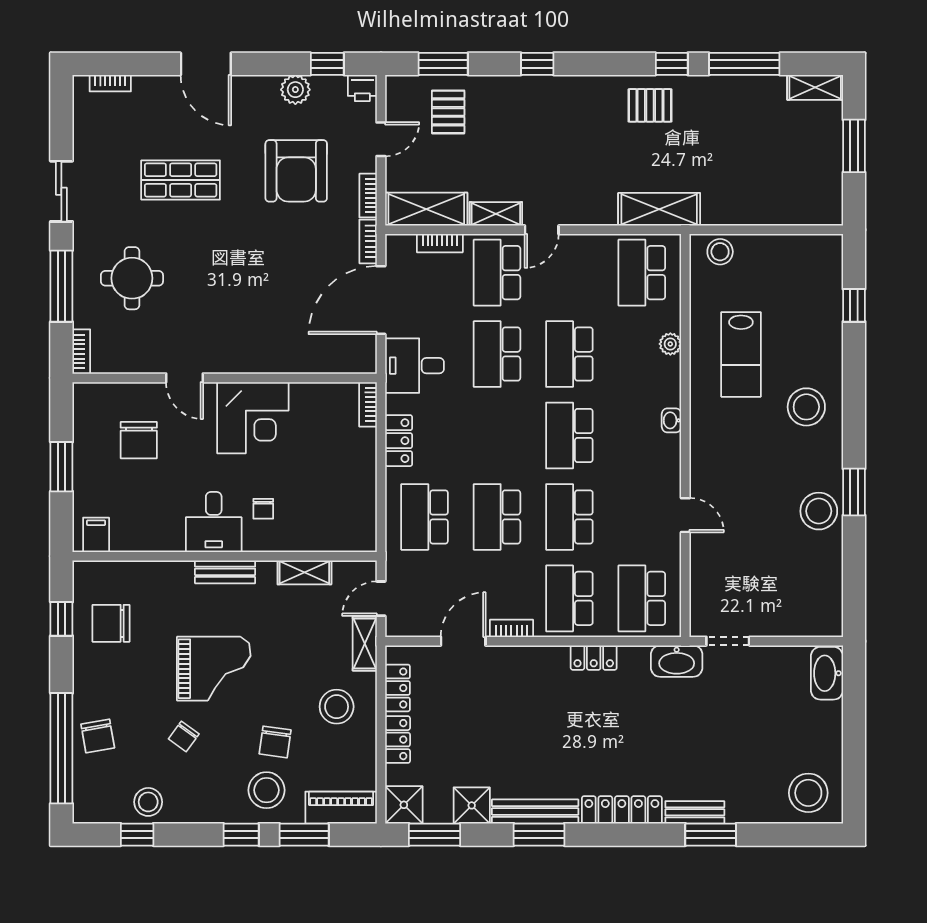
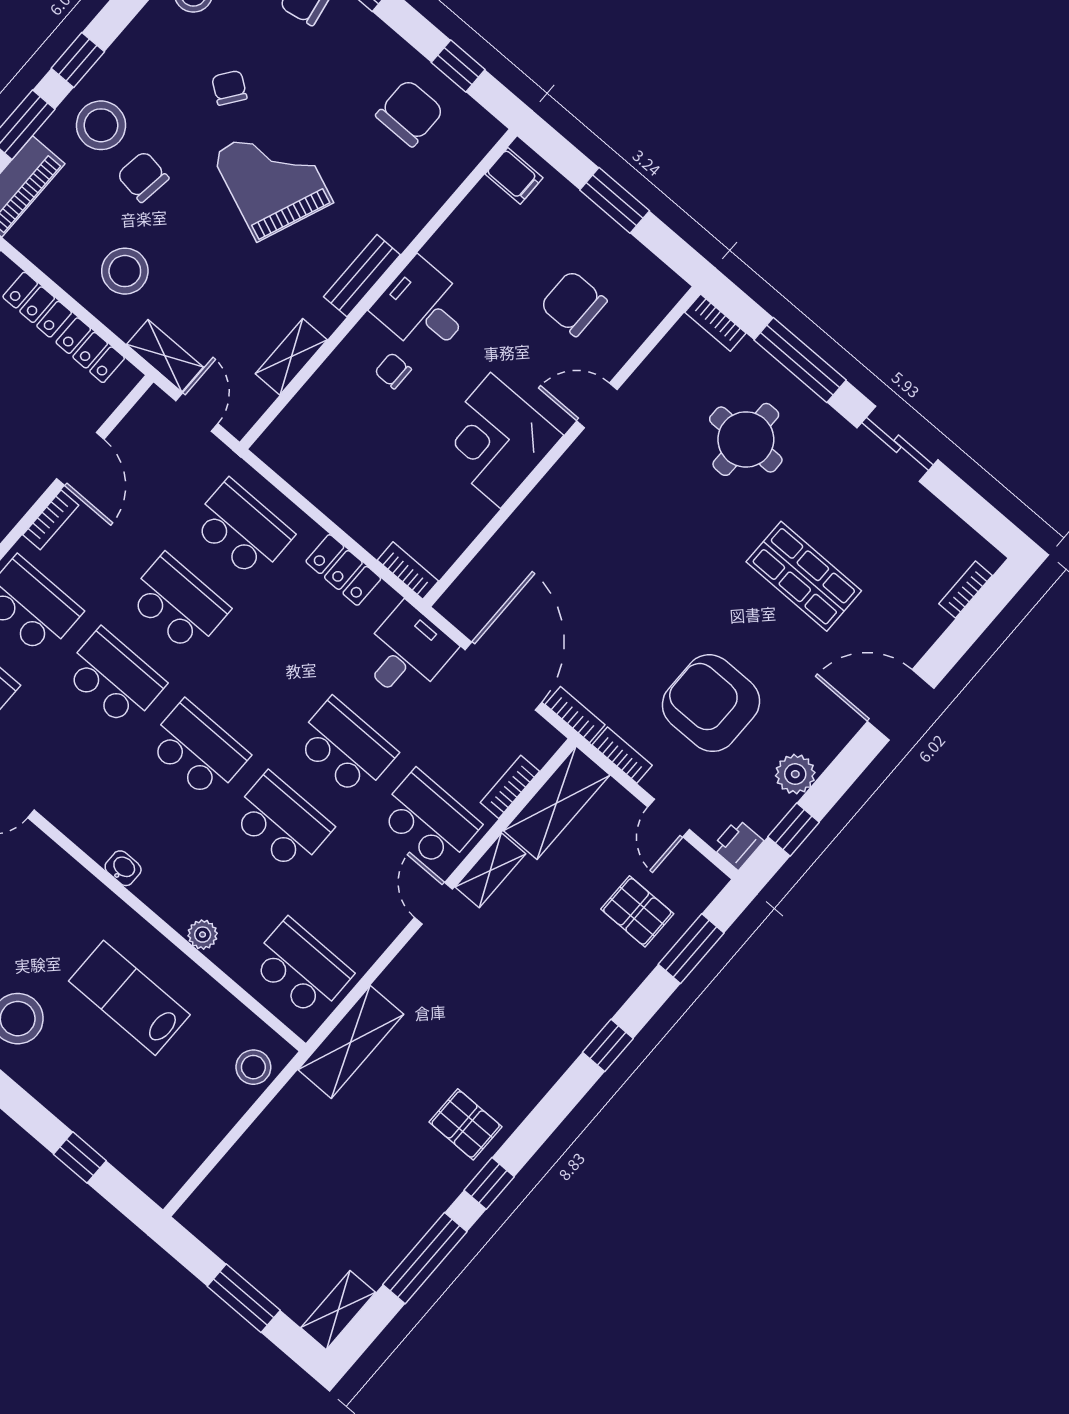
pallet: (650, 105) -> (466, 1124), turned 90
shop shelf: (181, 180) -> (804, 576), turned 90
grand piano: (214, 669) -> (272, 178), turned 112

